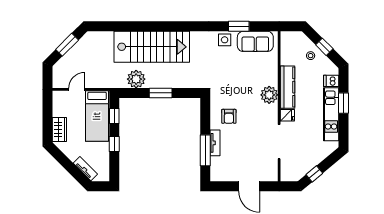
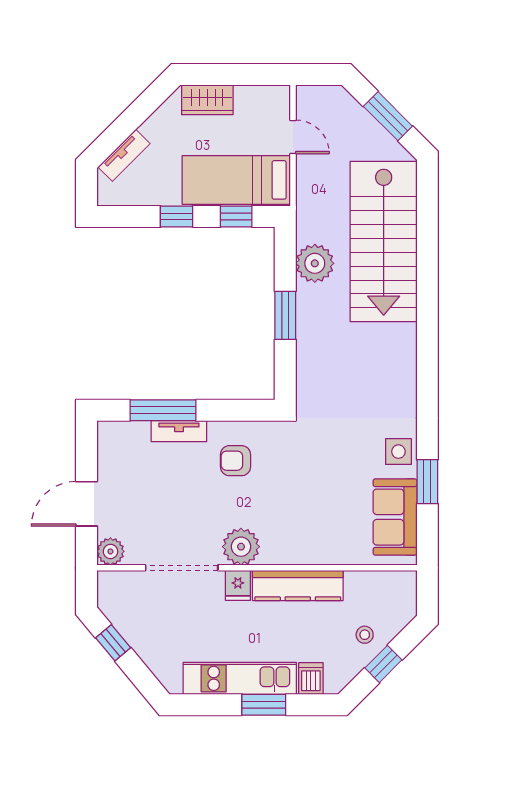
stairs: (152, 47) -> (384, 242), moved
plant: (269, 95) -> (241, 547), moved
plant: (271, 175) -> (110, 551), added

